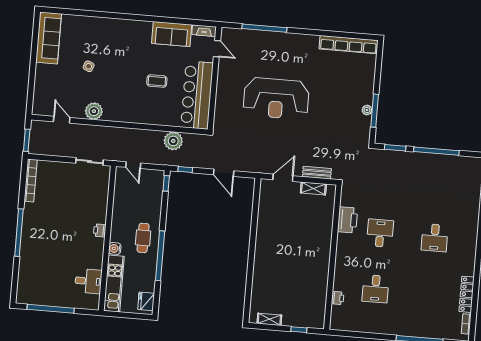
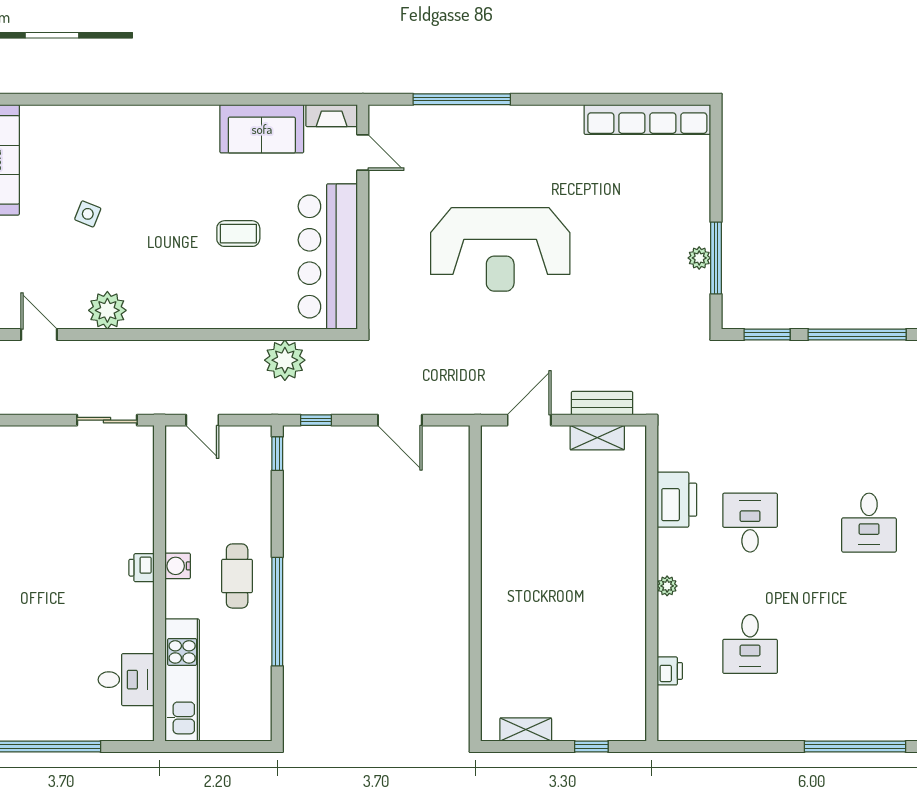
water cooler: (115, 248) -> (178, 566), moved
plant: (340, 259) -> (667, 586), added
fridge: (146, 301) -> (255, 713), removed

